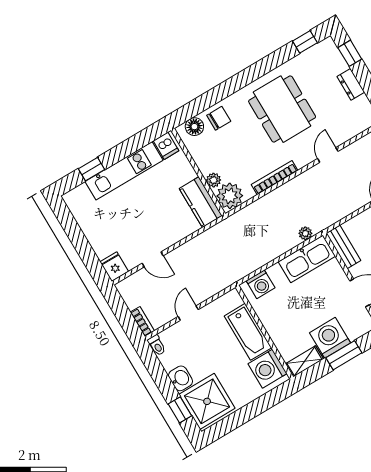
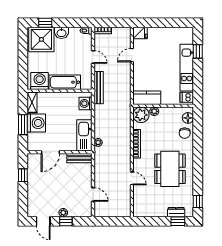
dresser: (351, 84) -> (176, 212), moved
dining table: (282, 109) -> (170, 169), turned 90
bench: (227, 279) -> (99, 88), added

